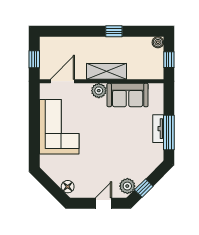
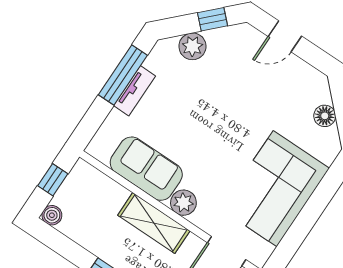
plant: (127, 186) -> (192, 46), moved
floor lamp: (68, 187) -> (325, 116), moved

